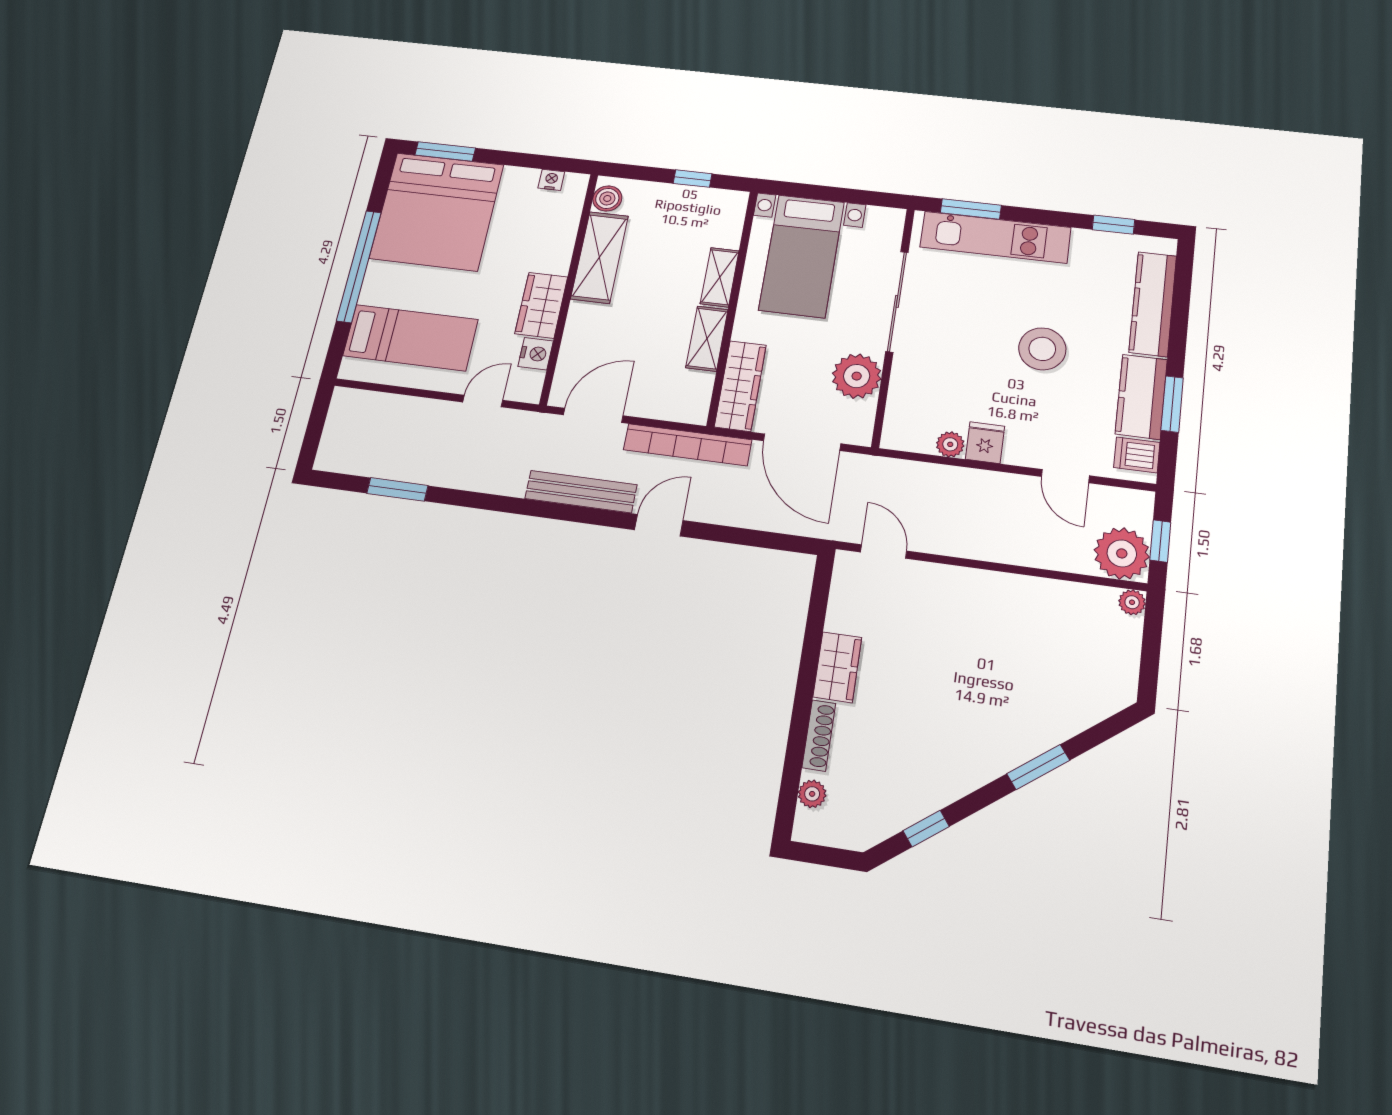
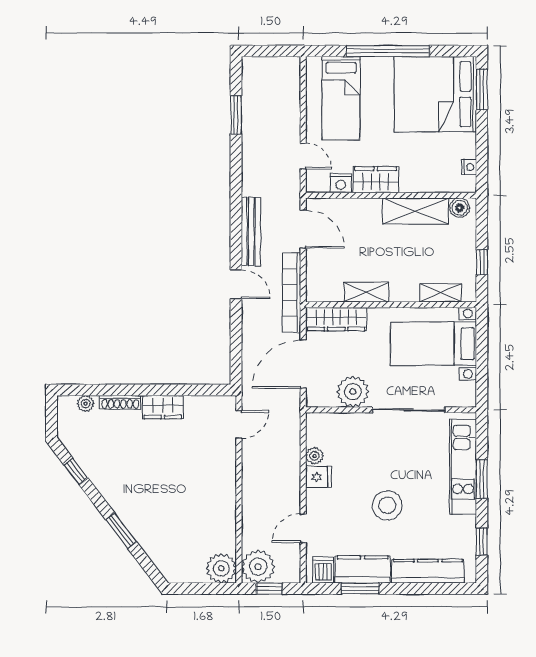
window: (971, 209) -> (482, 479), moved
shelving: (720, 277) -> (441, 293), moved
plant: (1132, 602) -> (221, 568), width x1.87, depth x1.87

